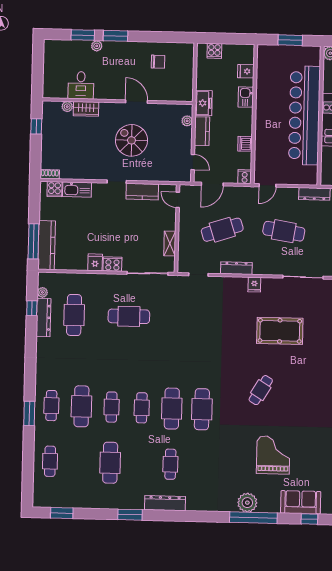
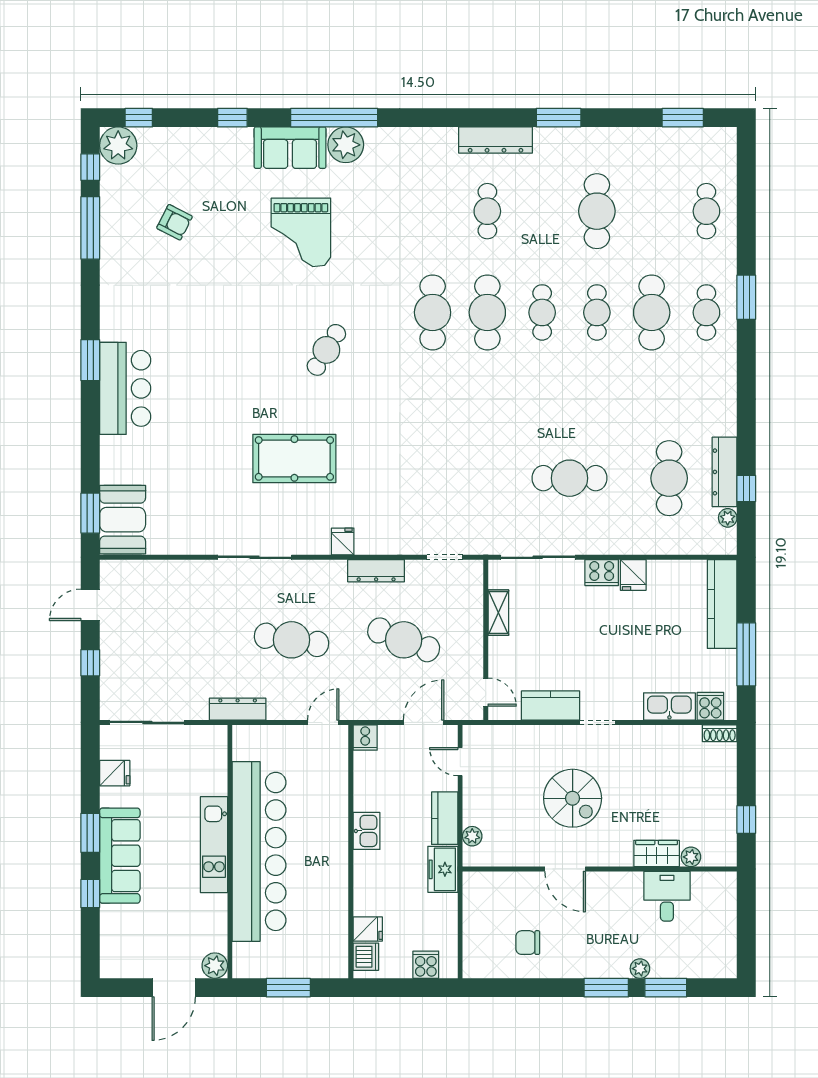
kitchen sink: (246, 97) -> (367, 831), moved
dishwasher: (245, 144) -> (366, 957), moved
cafe table: (222, 230) -> (404, 640), turned 39
window: (33, 241) -> (746, 654), moved
sofa: (301, 502) -> (290, 148), moved

